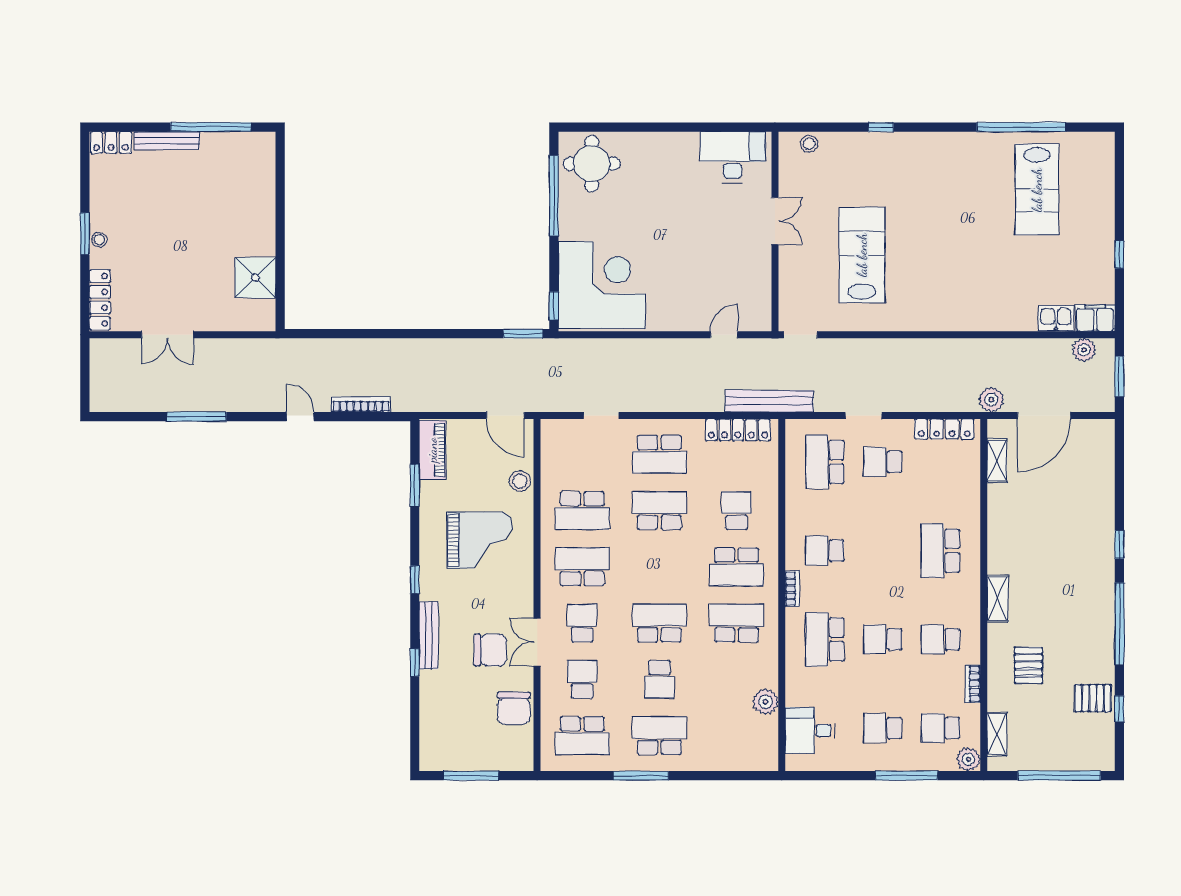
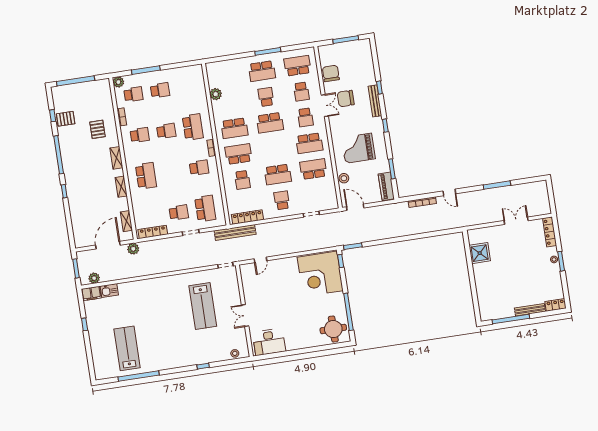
school desk: (659, 454) -> (282, 200), width x0.54
desk: (810, 731) -> (193, 84), removed
shelving: (997, 734) -> (121, 187), moved

